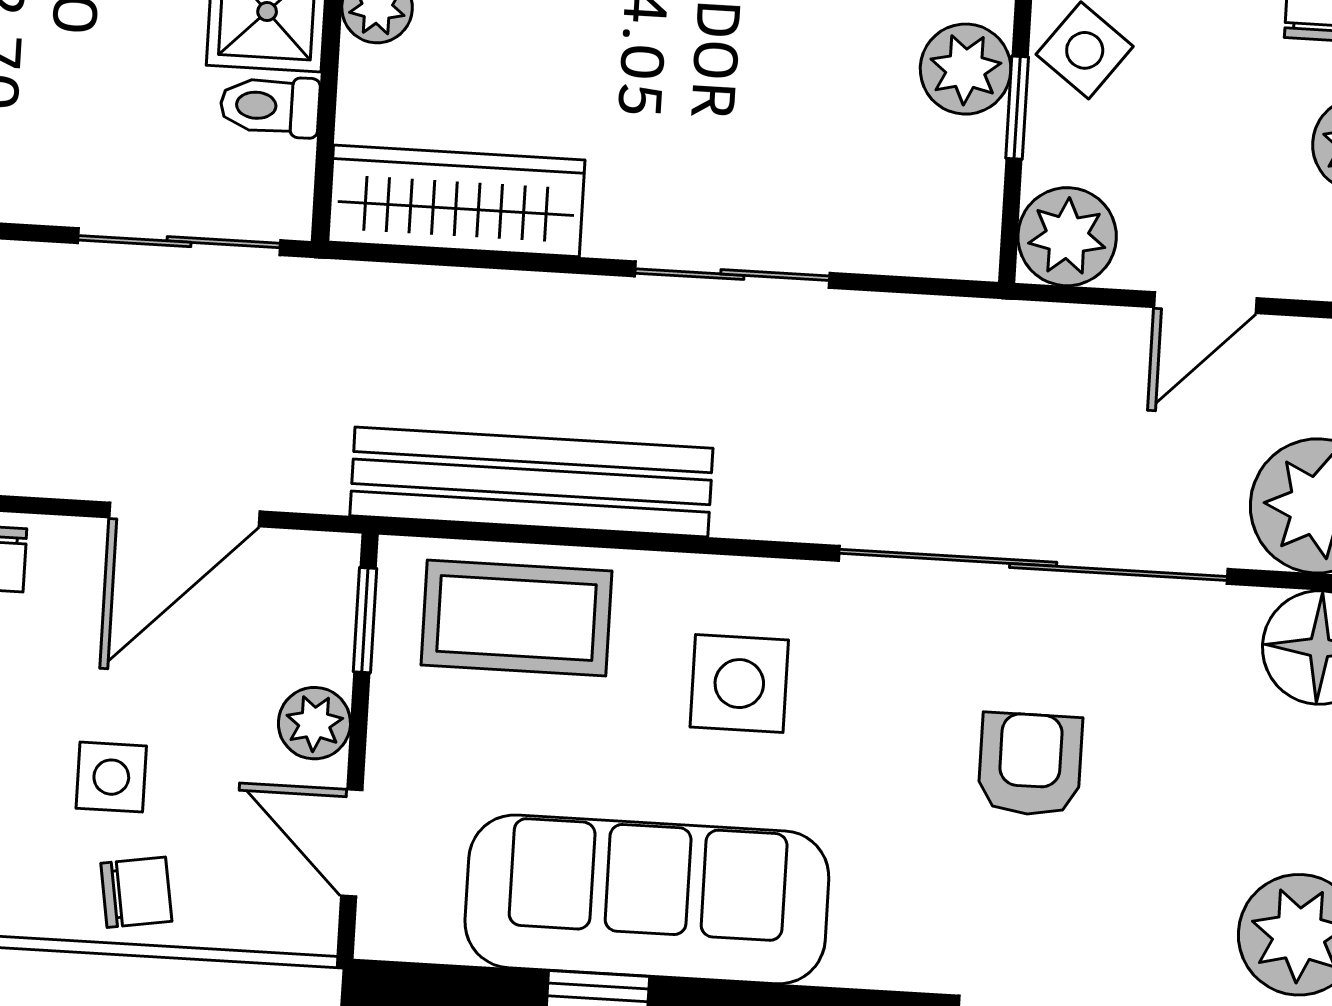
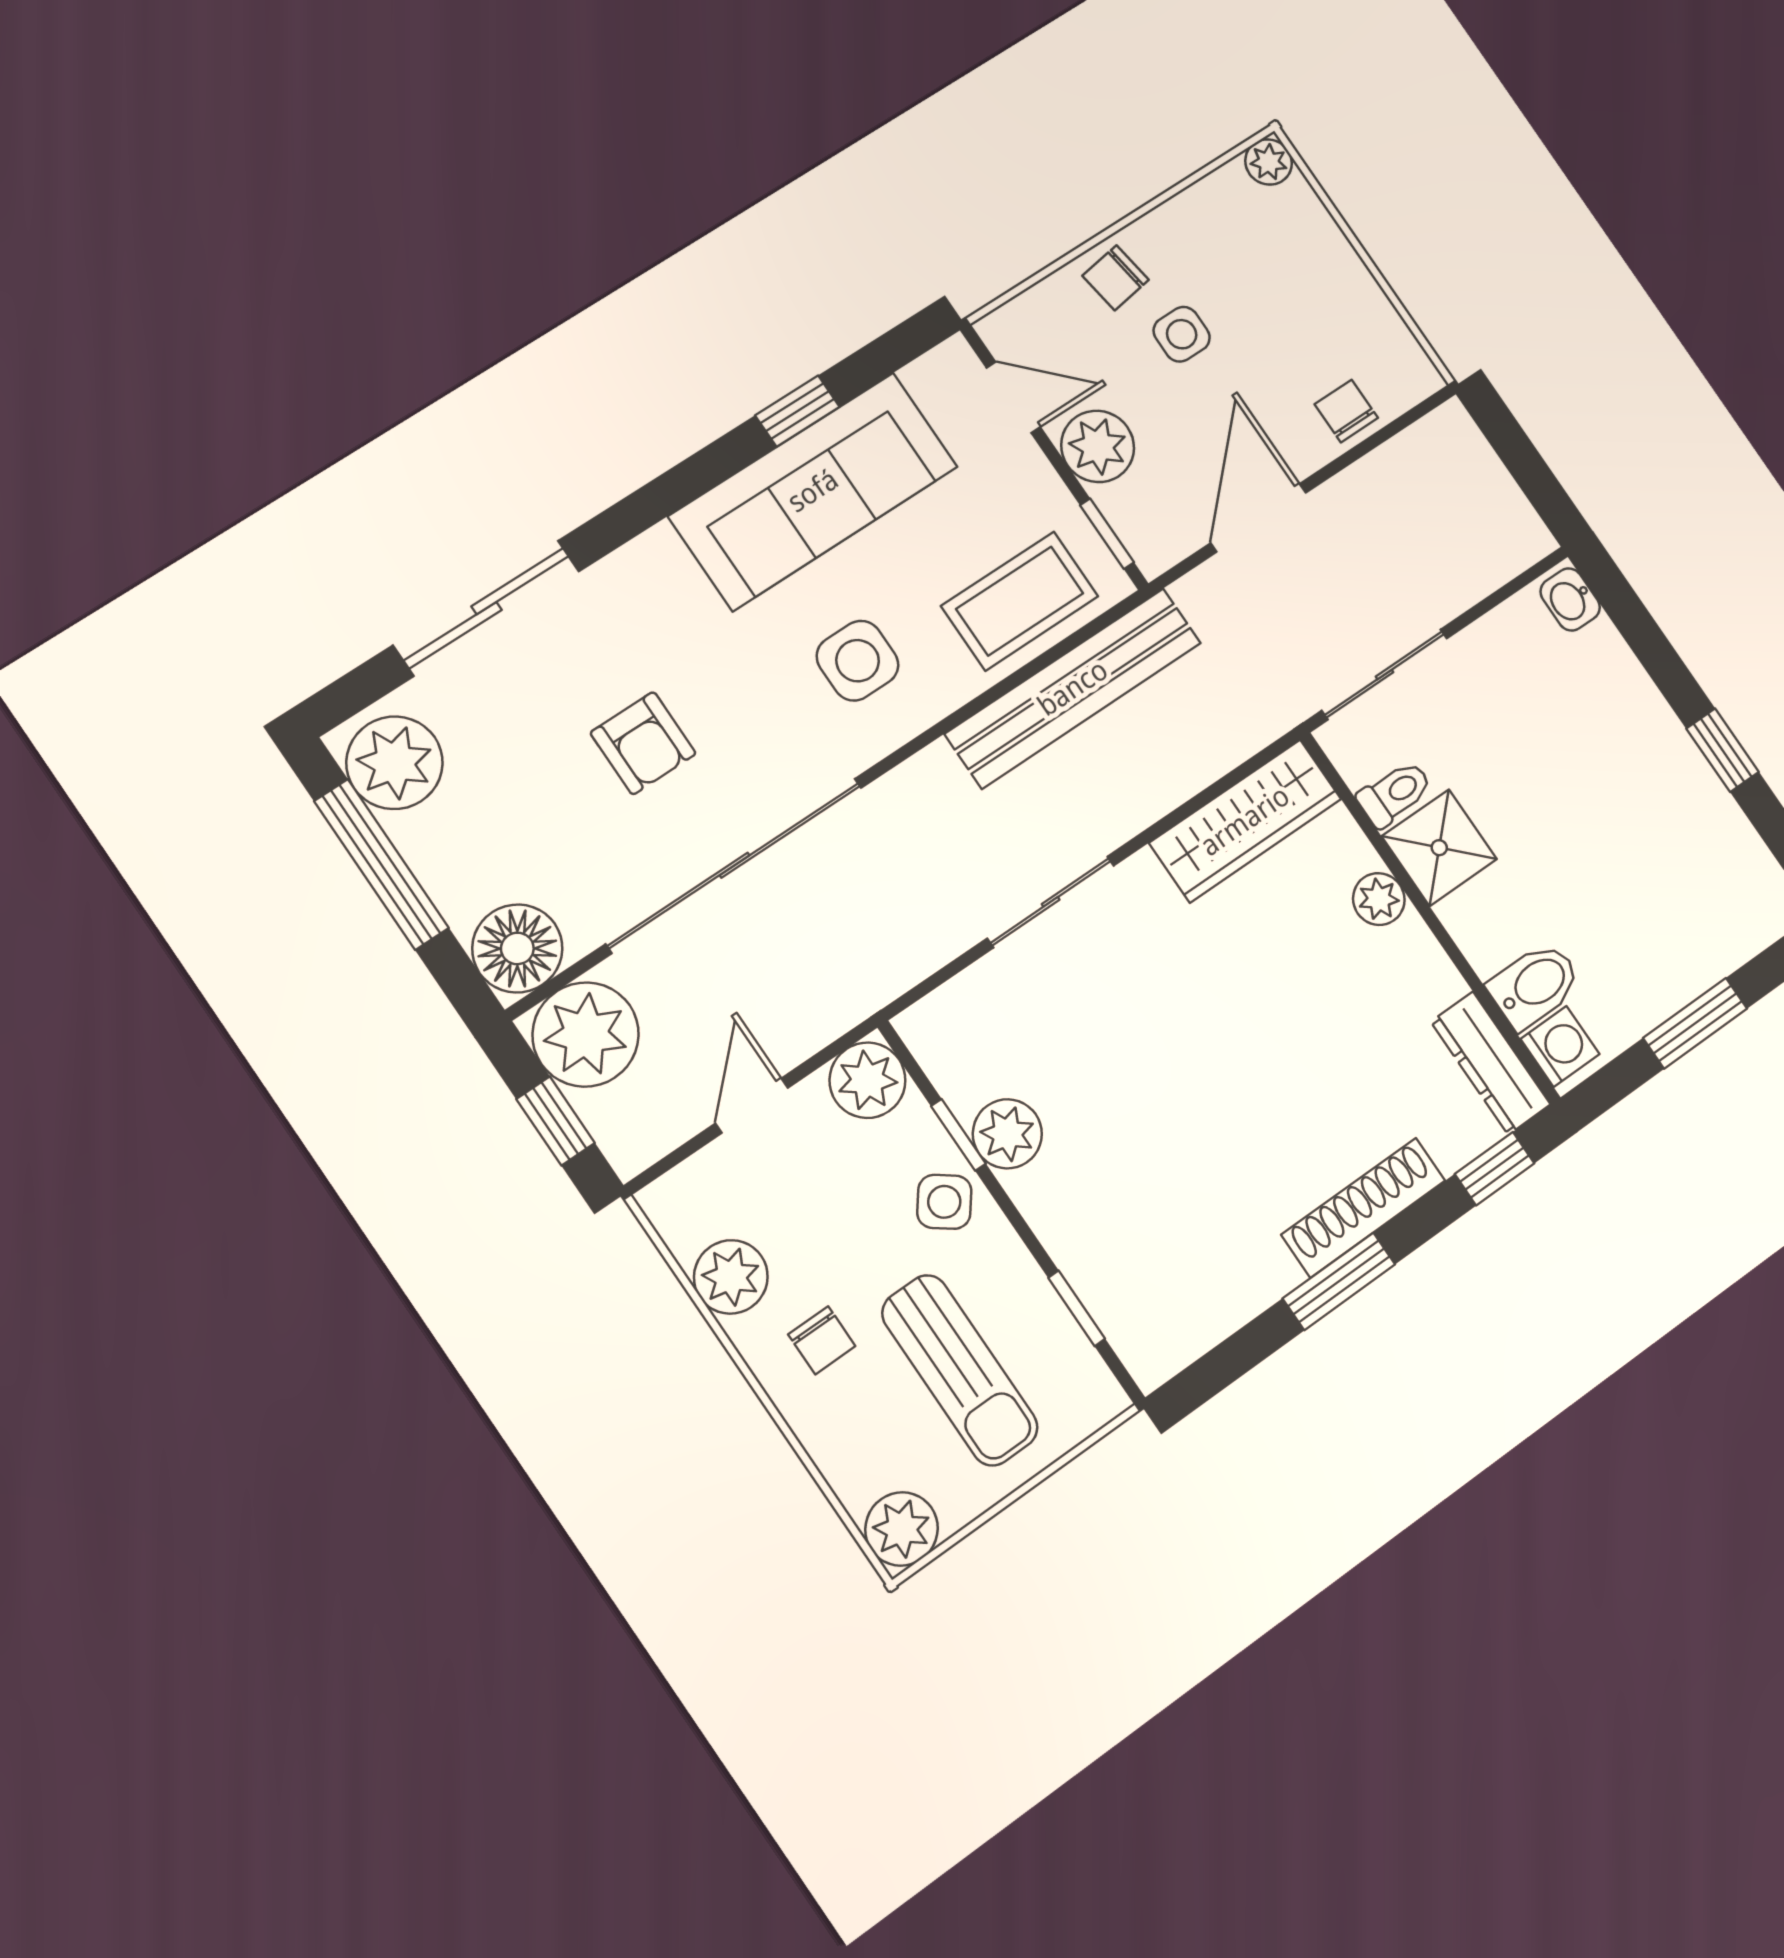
plant: (314, 723) -> (1098, 446), width x1.38, depth x1.38

